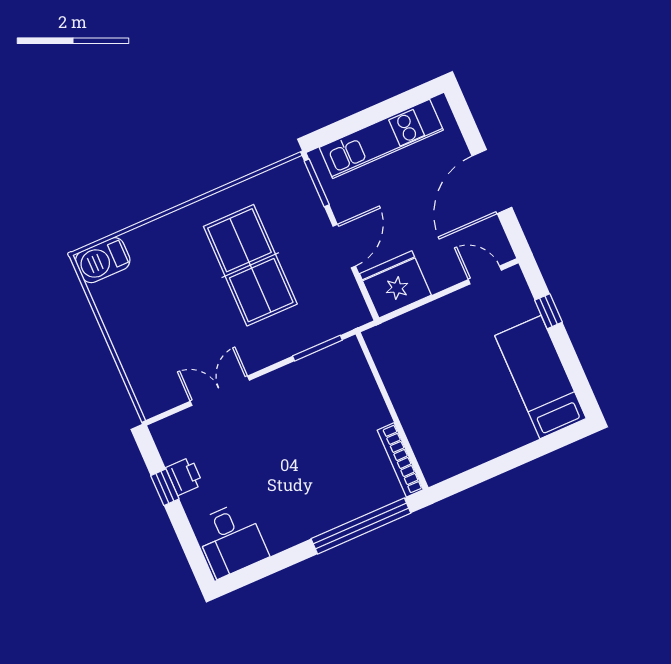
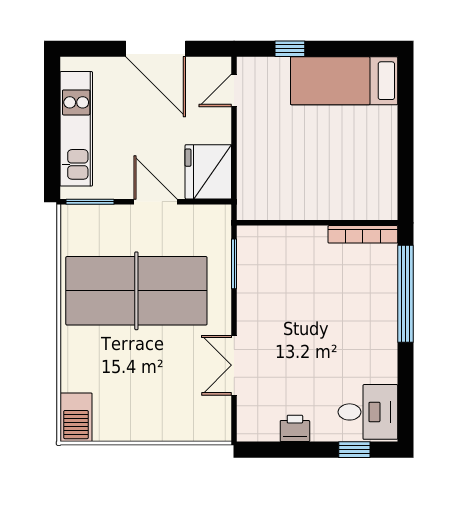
table tennis table: (250, 265) -> (136, 291), width x1.36, depth x1.32
window: (165, 487) -> (354, 450), moved

